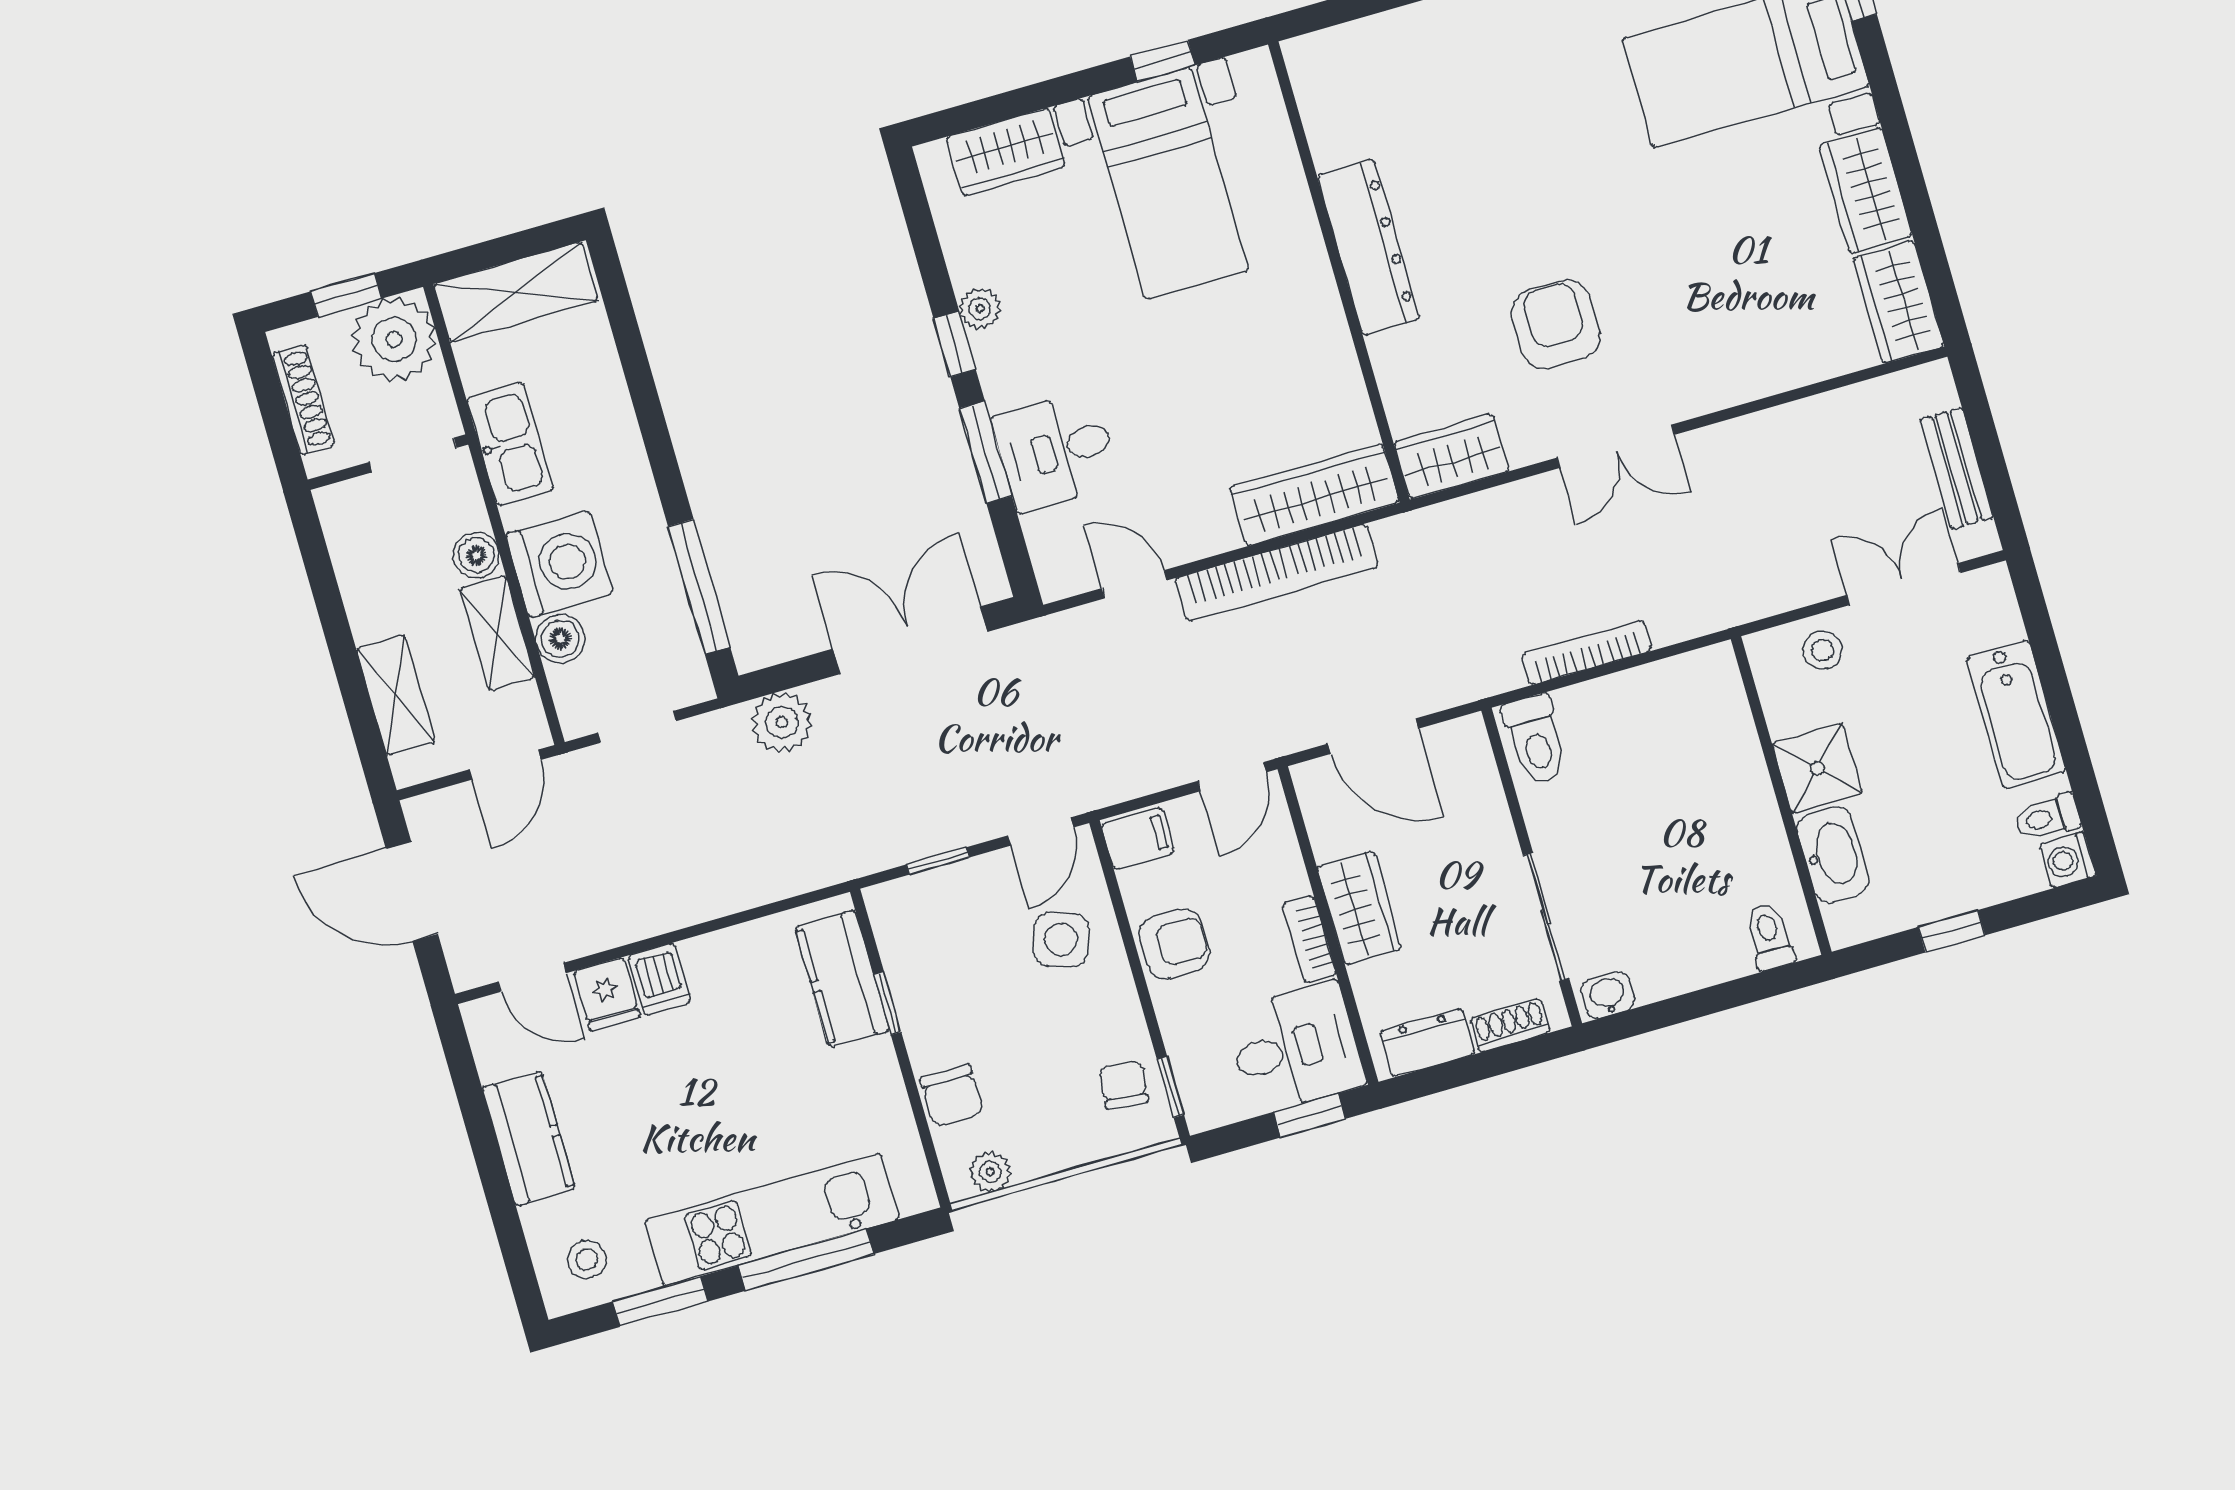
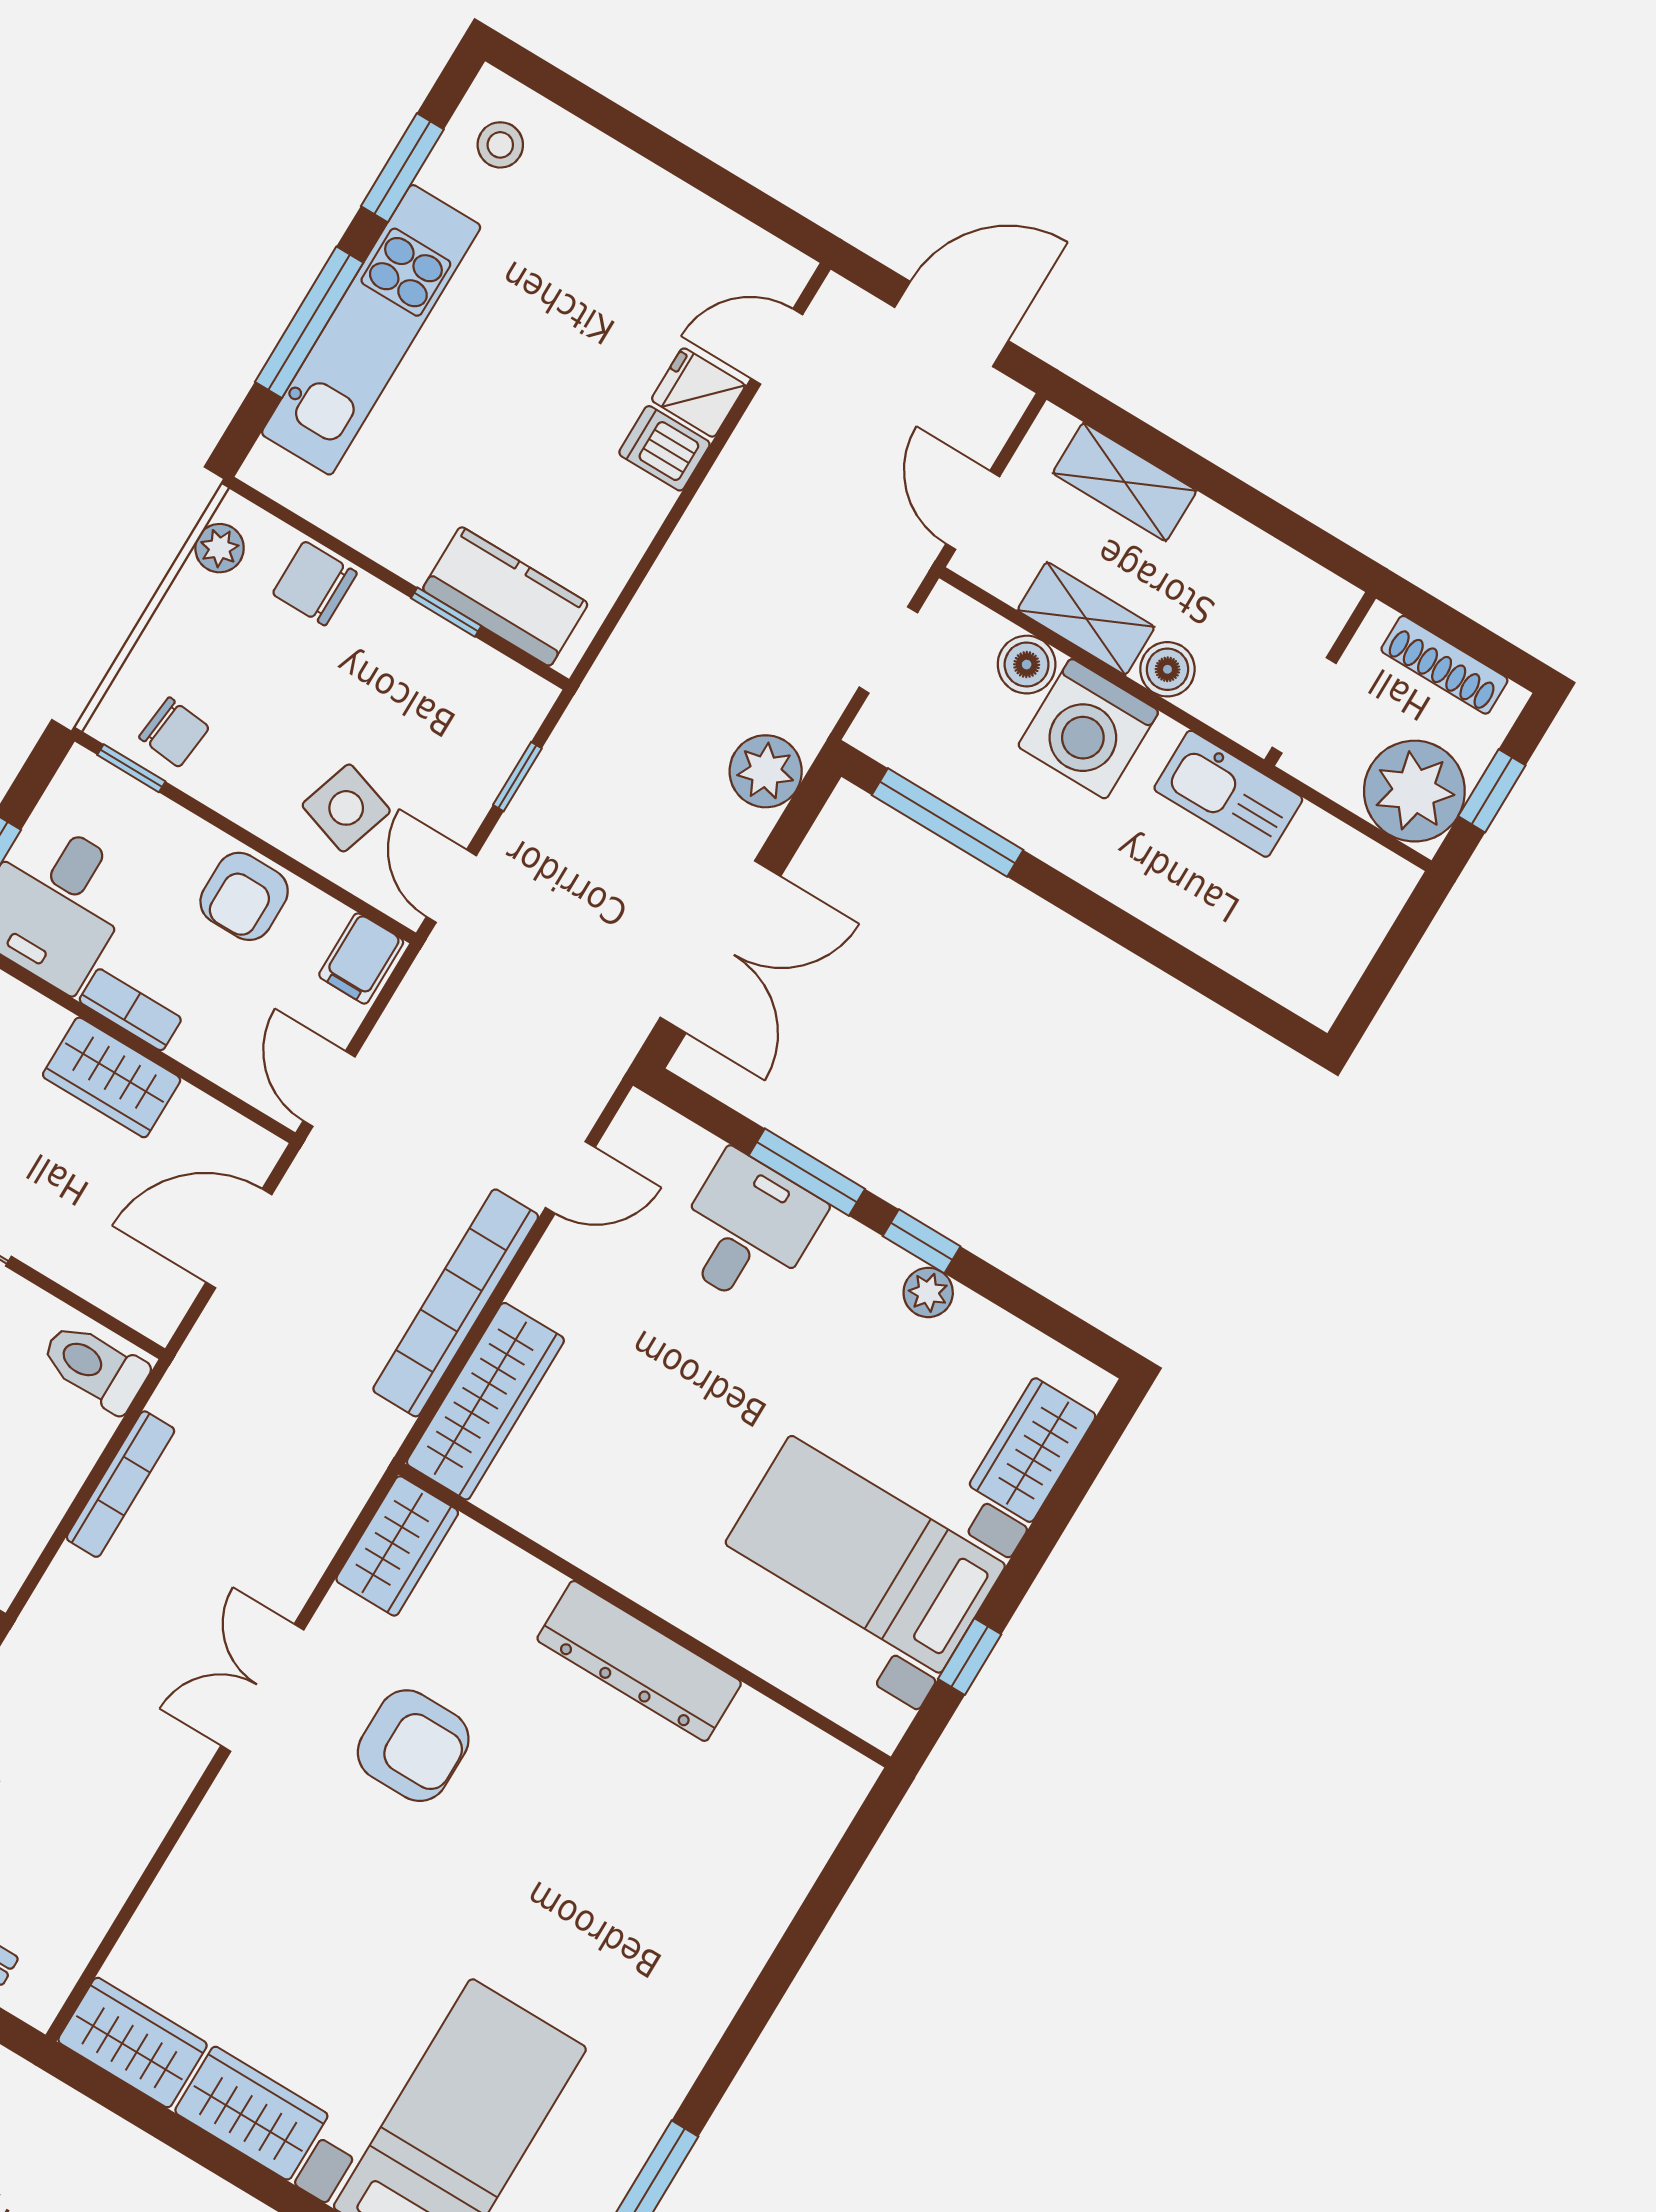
shelving: (516, 292) -> (1346, 931), removed
kitchen counter: (529, 1138) -> (650, 203), removed

